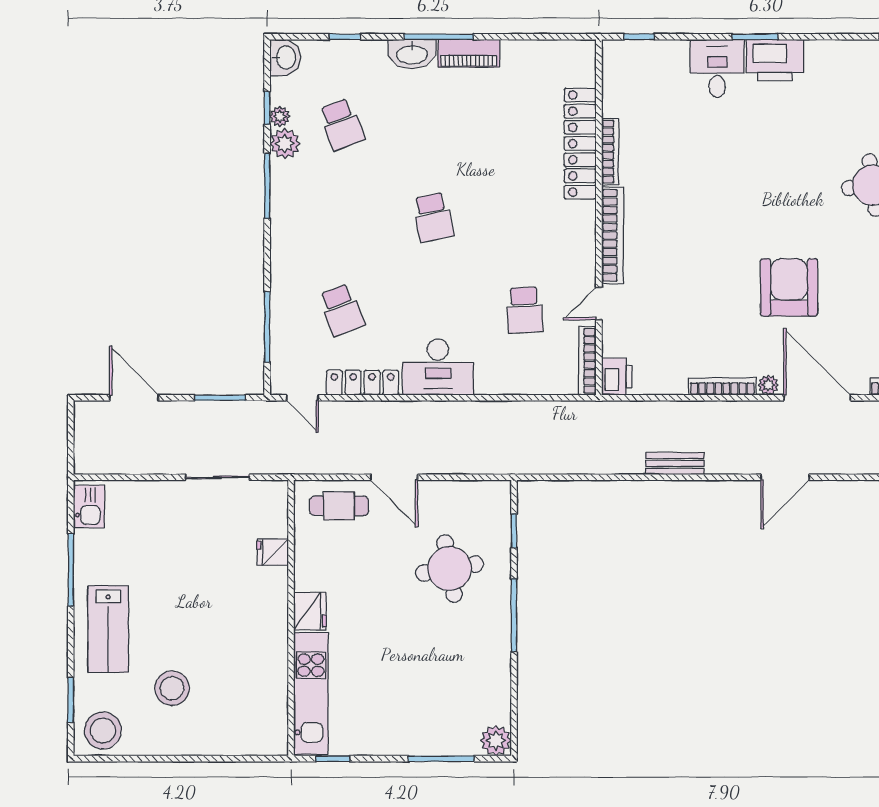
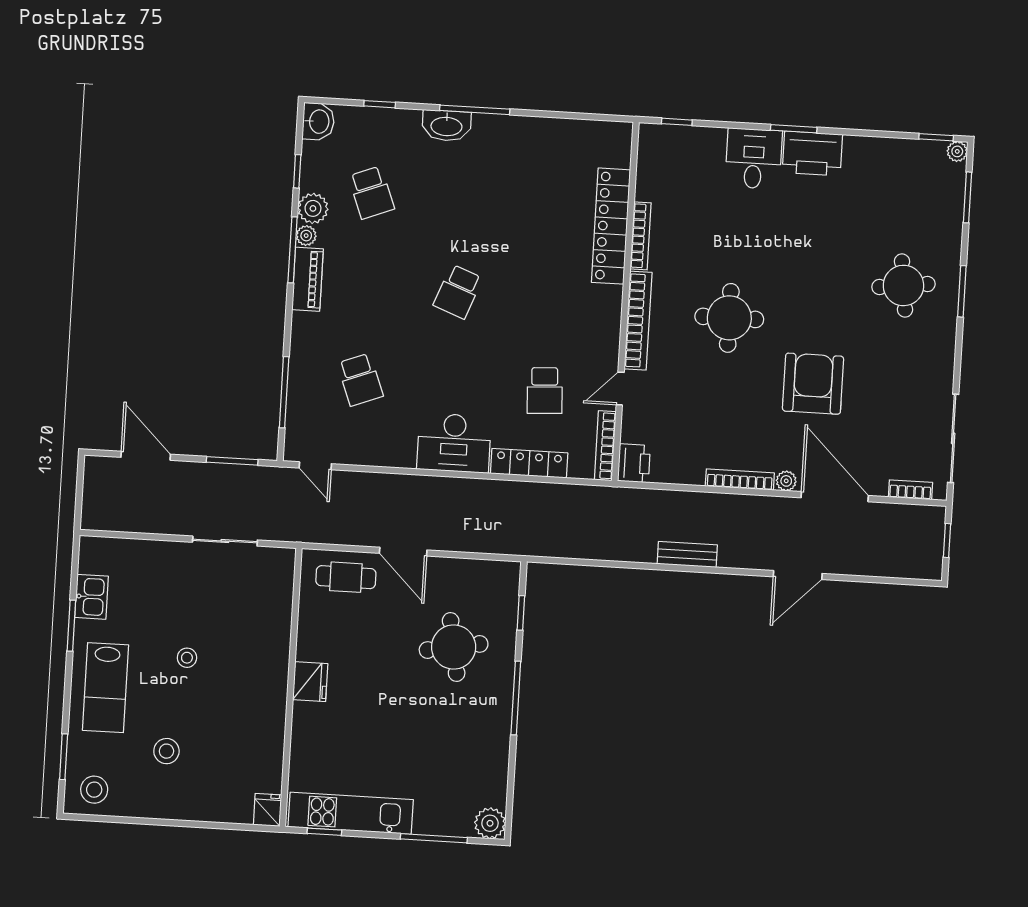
piano: (469, 53) -> (307, 279), moved, turned -90
plant: (280, 116) -> (306, 236), moved
school desk: (433, 217) -> (458, 292), turned 33
round table: (702, 227) -> (729, 318), added
locker: (363, 383) -> (529, 463), moved
kitchen sink: (89, 506) -> (91, 597), moved
fridge: (273, 552) -> (267, 810), moved, turned 90
window: (71, 570) -> (71, 626), width x0.69
stool: (187, 595) -> (187, 658), added
stool: (172, 688) -> (166, 751), width x0.73, depth x0.73
kitchen unit: (311, 693) -> (351, 813), moved, turned -90
stool: (103, 730) -> (94, 790), width x0.73, depth x0.73

